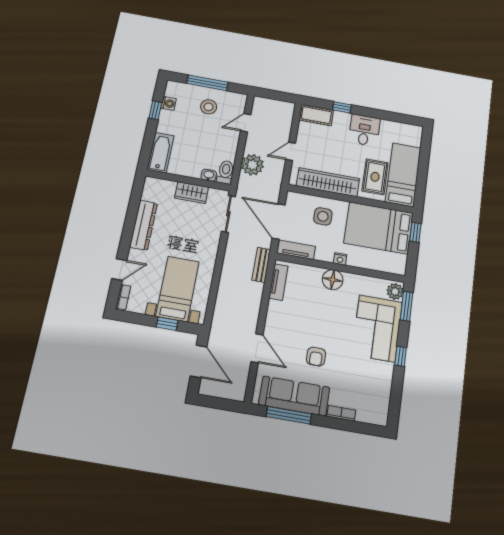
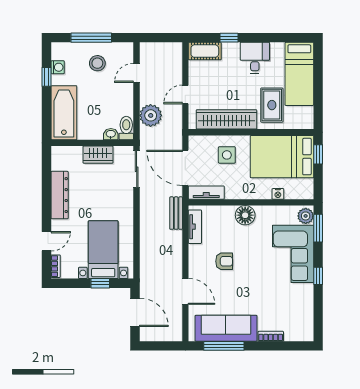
bathtub: (160, 153) -> (64, 113), width x1.36, depth x1.36
bed: (403, 175) -> (299, 74), moved, turned 180
nightstand: (340, 259) -> (278, 194), moved
armchair: (316, 357) -> (224, 261), moved, turned -90

